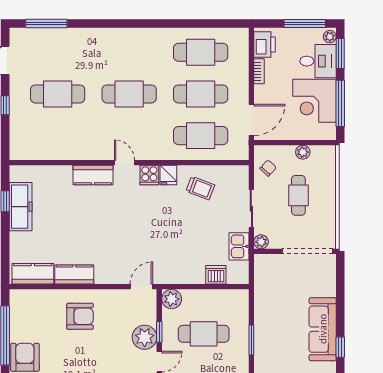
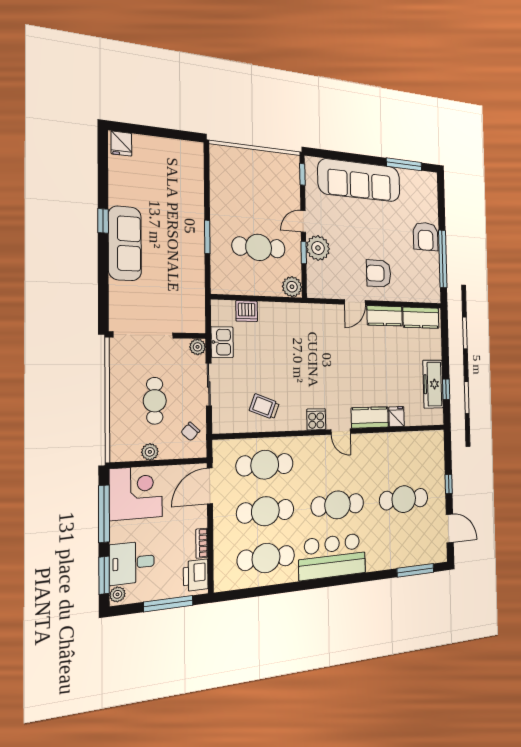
window: (305, 24) -> (168, 604), moved
bar counter: (135, 47) -> (332, 557), added
corner desk: (315, 101) -> (136, 493), moved
fridge: (168, 175) -> (396, 417), moved
door: (141, 287) -> (355, 302), moved

